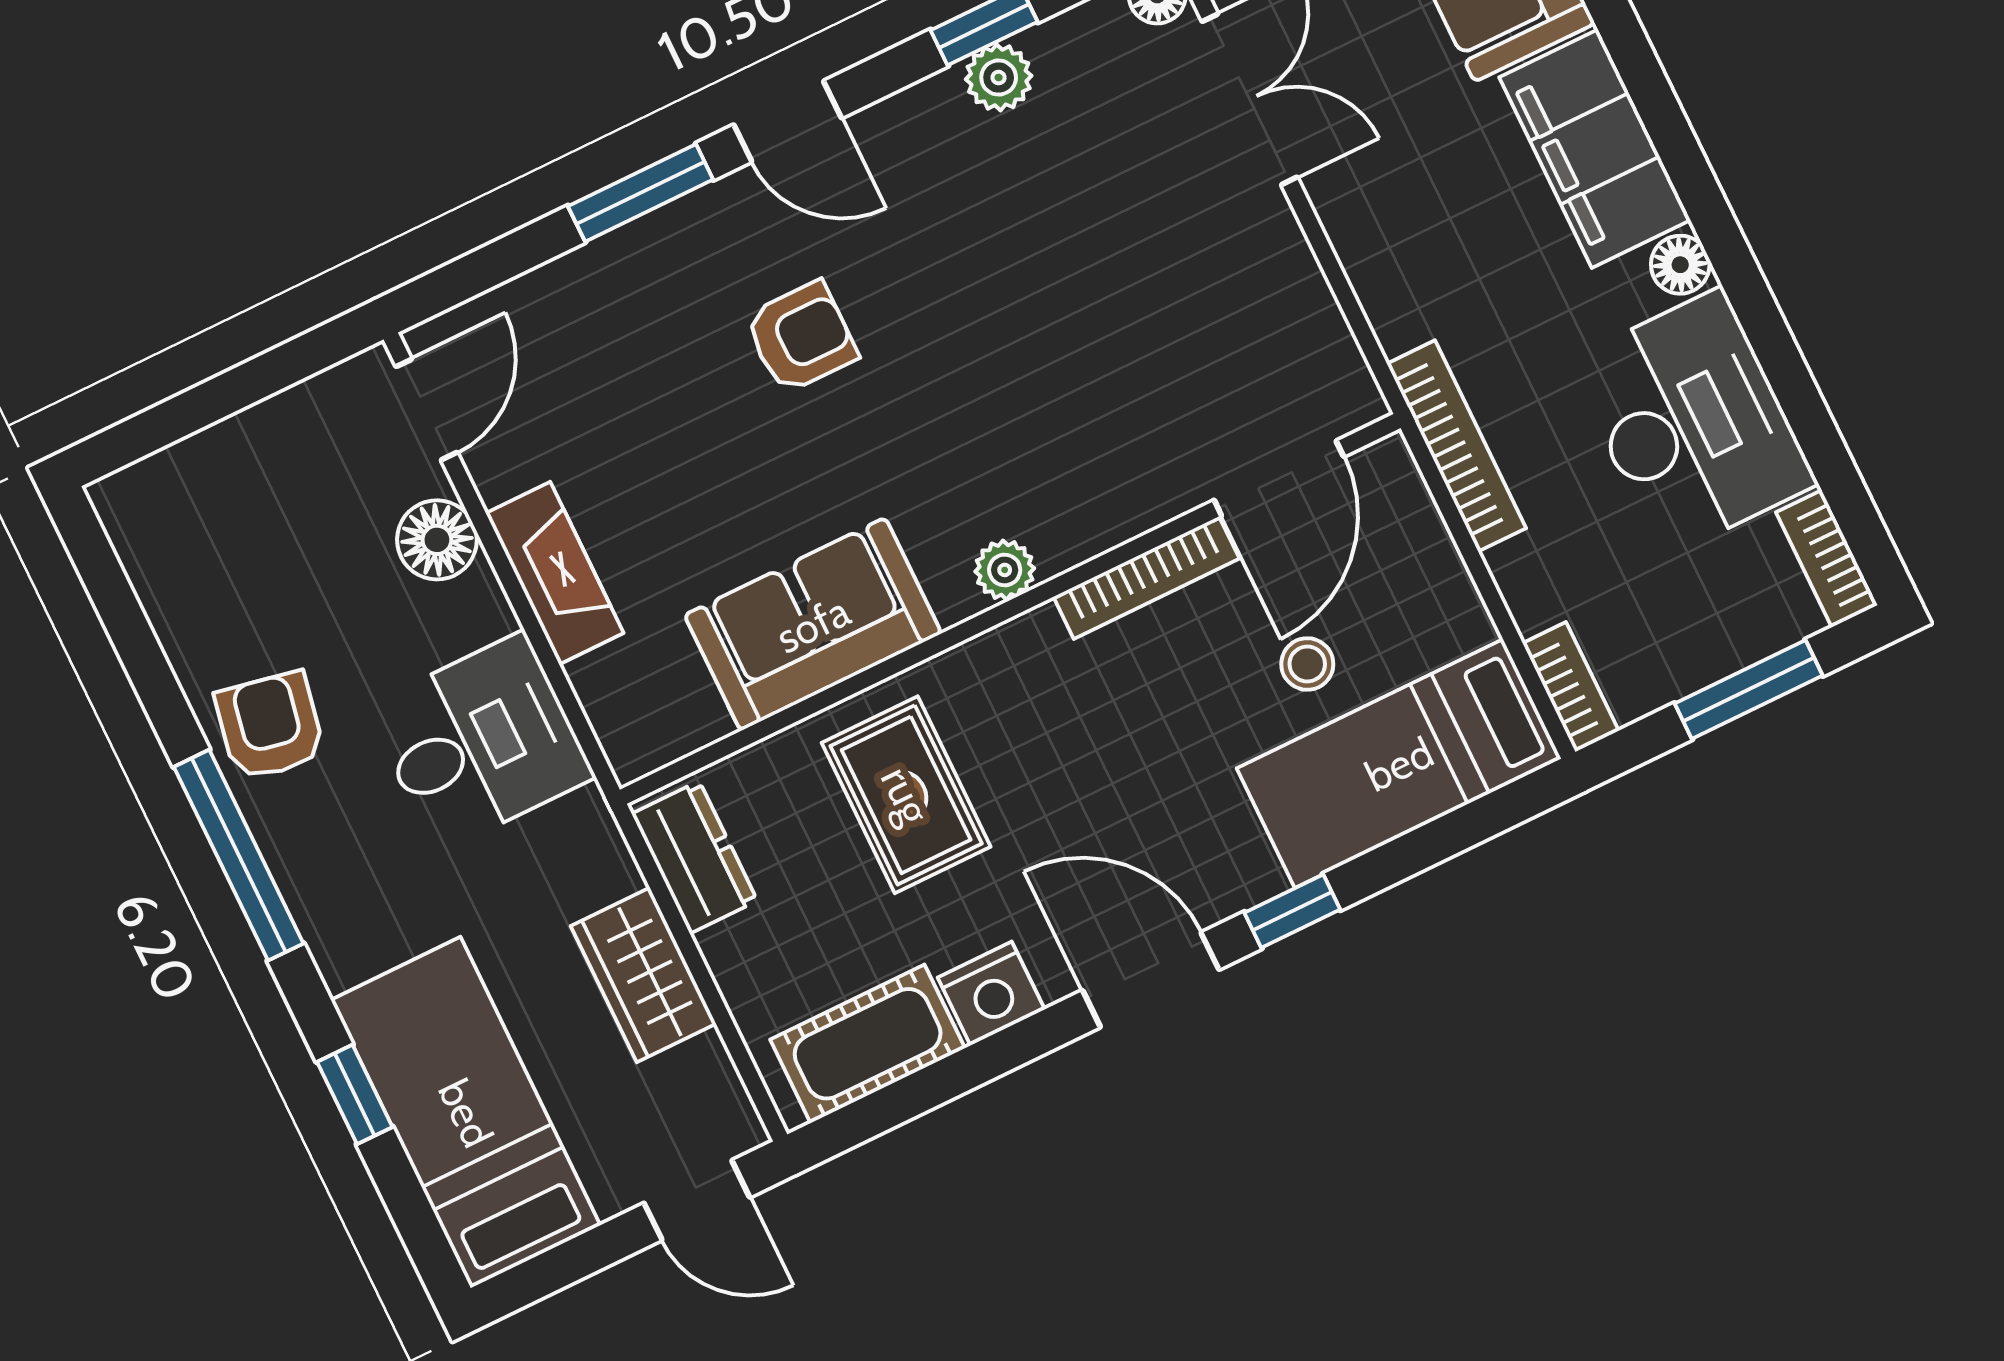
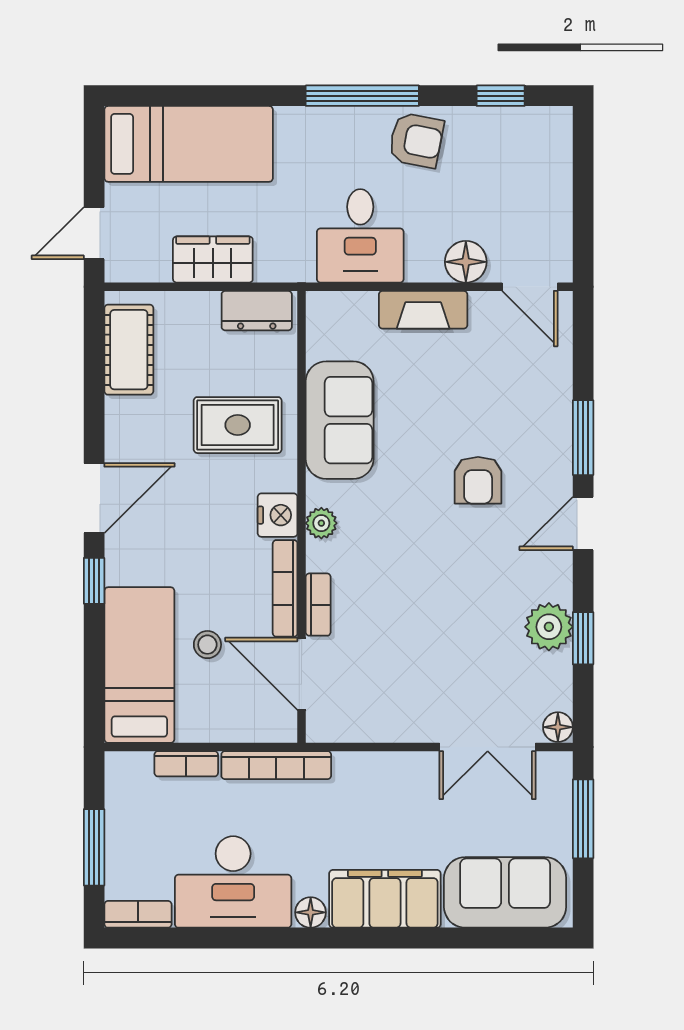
plant: (999, 78) -> (549, 627), width x1.38, depth x1.38
bookcase: (1147, 508) -> (318, 605), added
bookcase: (1571, 687) -> (186, 764), moved
nightstand: (991, 993) -> (278, 515), moved, turned 180
window: (355, 1094) -> (501, 96), moved

